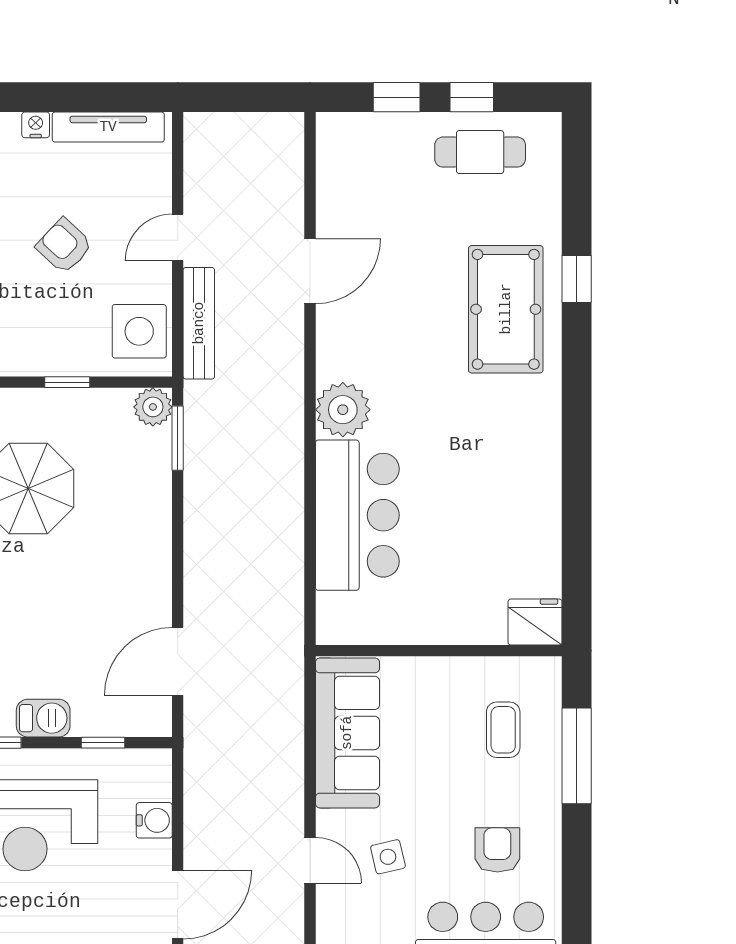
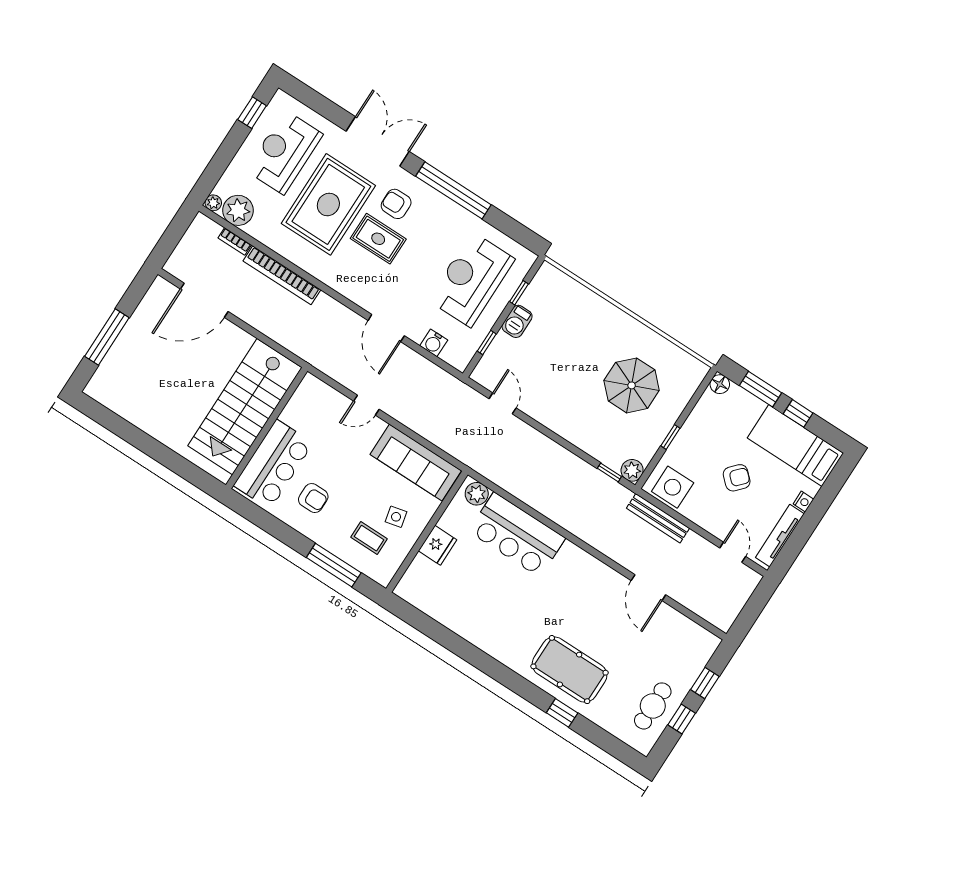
door: (178, 238) -> (733, 552), moved
plant: (343, 410) -> (477, 494), moved, width x0.73, depth x0.73
window: (178, 438) -> (609, 472), width x0.67
fridge: (535, 622) -> (438, 545), moved
door: (178, 661) -> (503, 403), width x0.73
side table: (388, 857) -> (396, 517), moved

